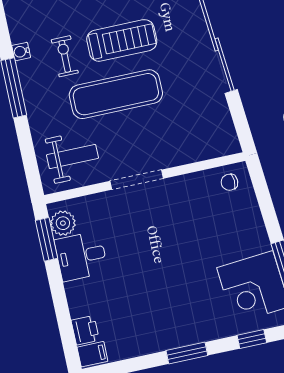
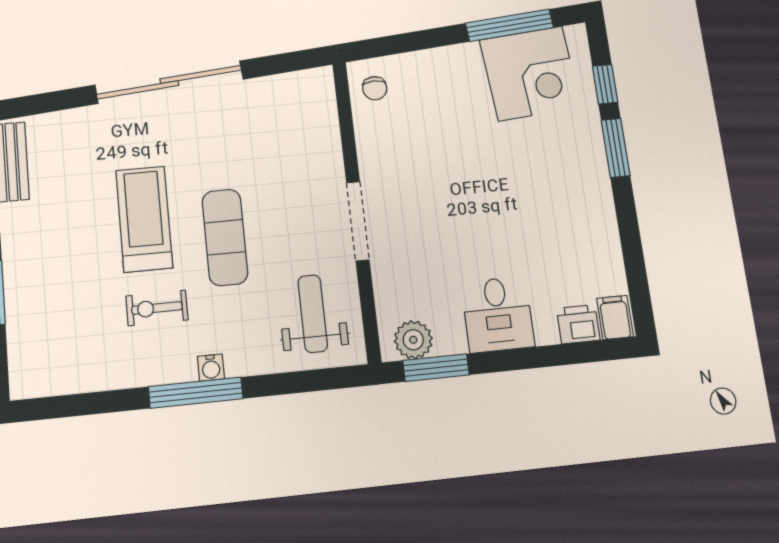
water cooler: (21, 52) -> (211, 368), moved
exercise mat: (116, 94) -> (225, 237), width x0.73, depth x0.69
desk: (81, 256) -> (498, 314), moved
window: (187, 353) -> (616, 148), moved

